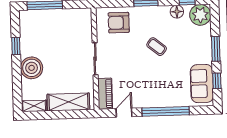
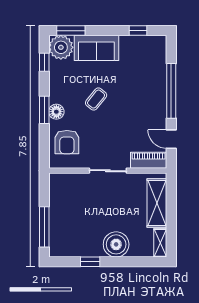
floor lamp: (177, 12) -> (56, 112), moved
window: (216, 49) -> (71, 31), moved
sofa: (202, 84) -> (96, 48), moved

